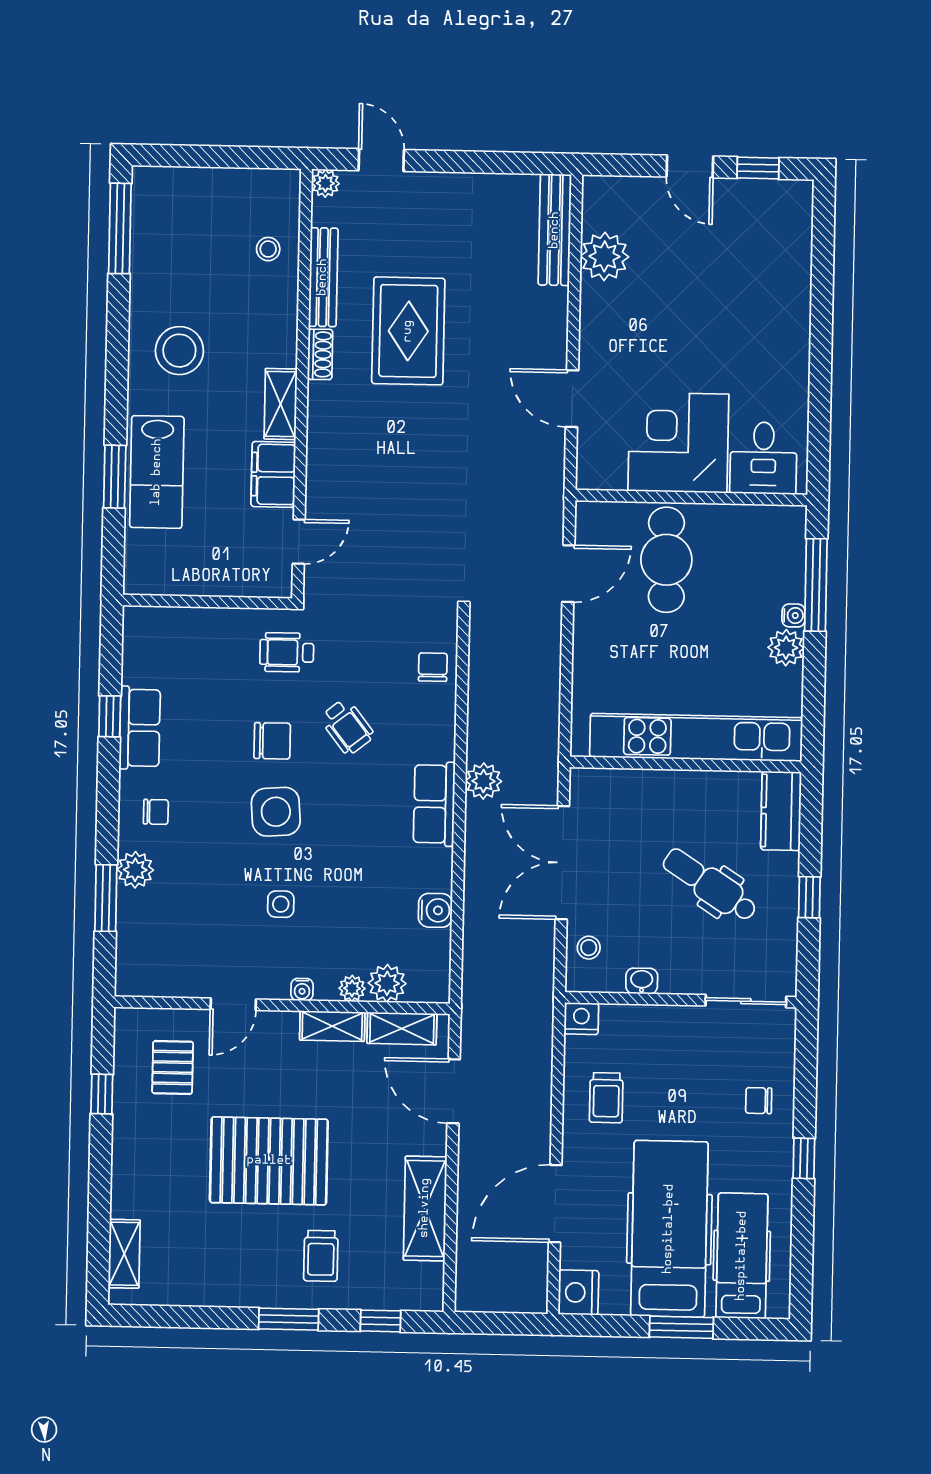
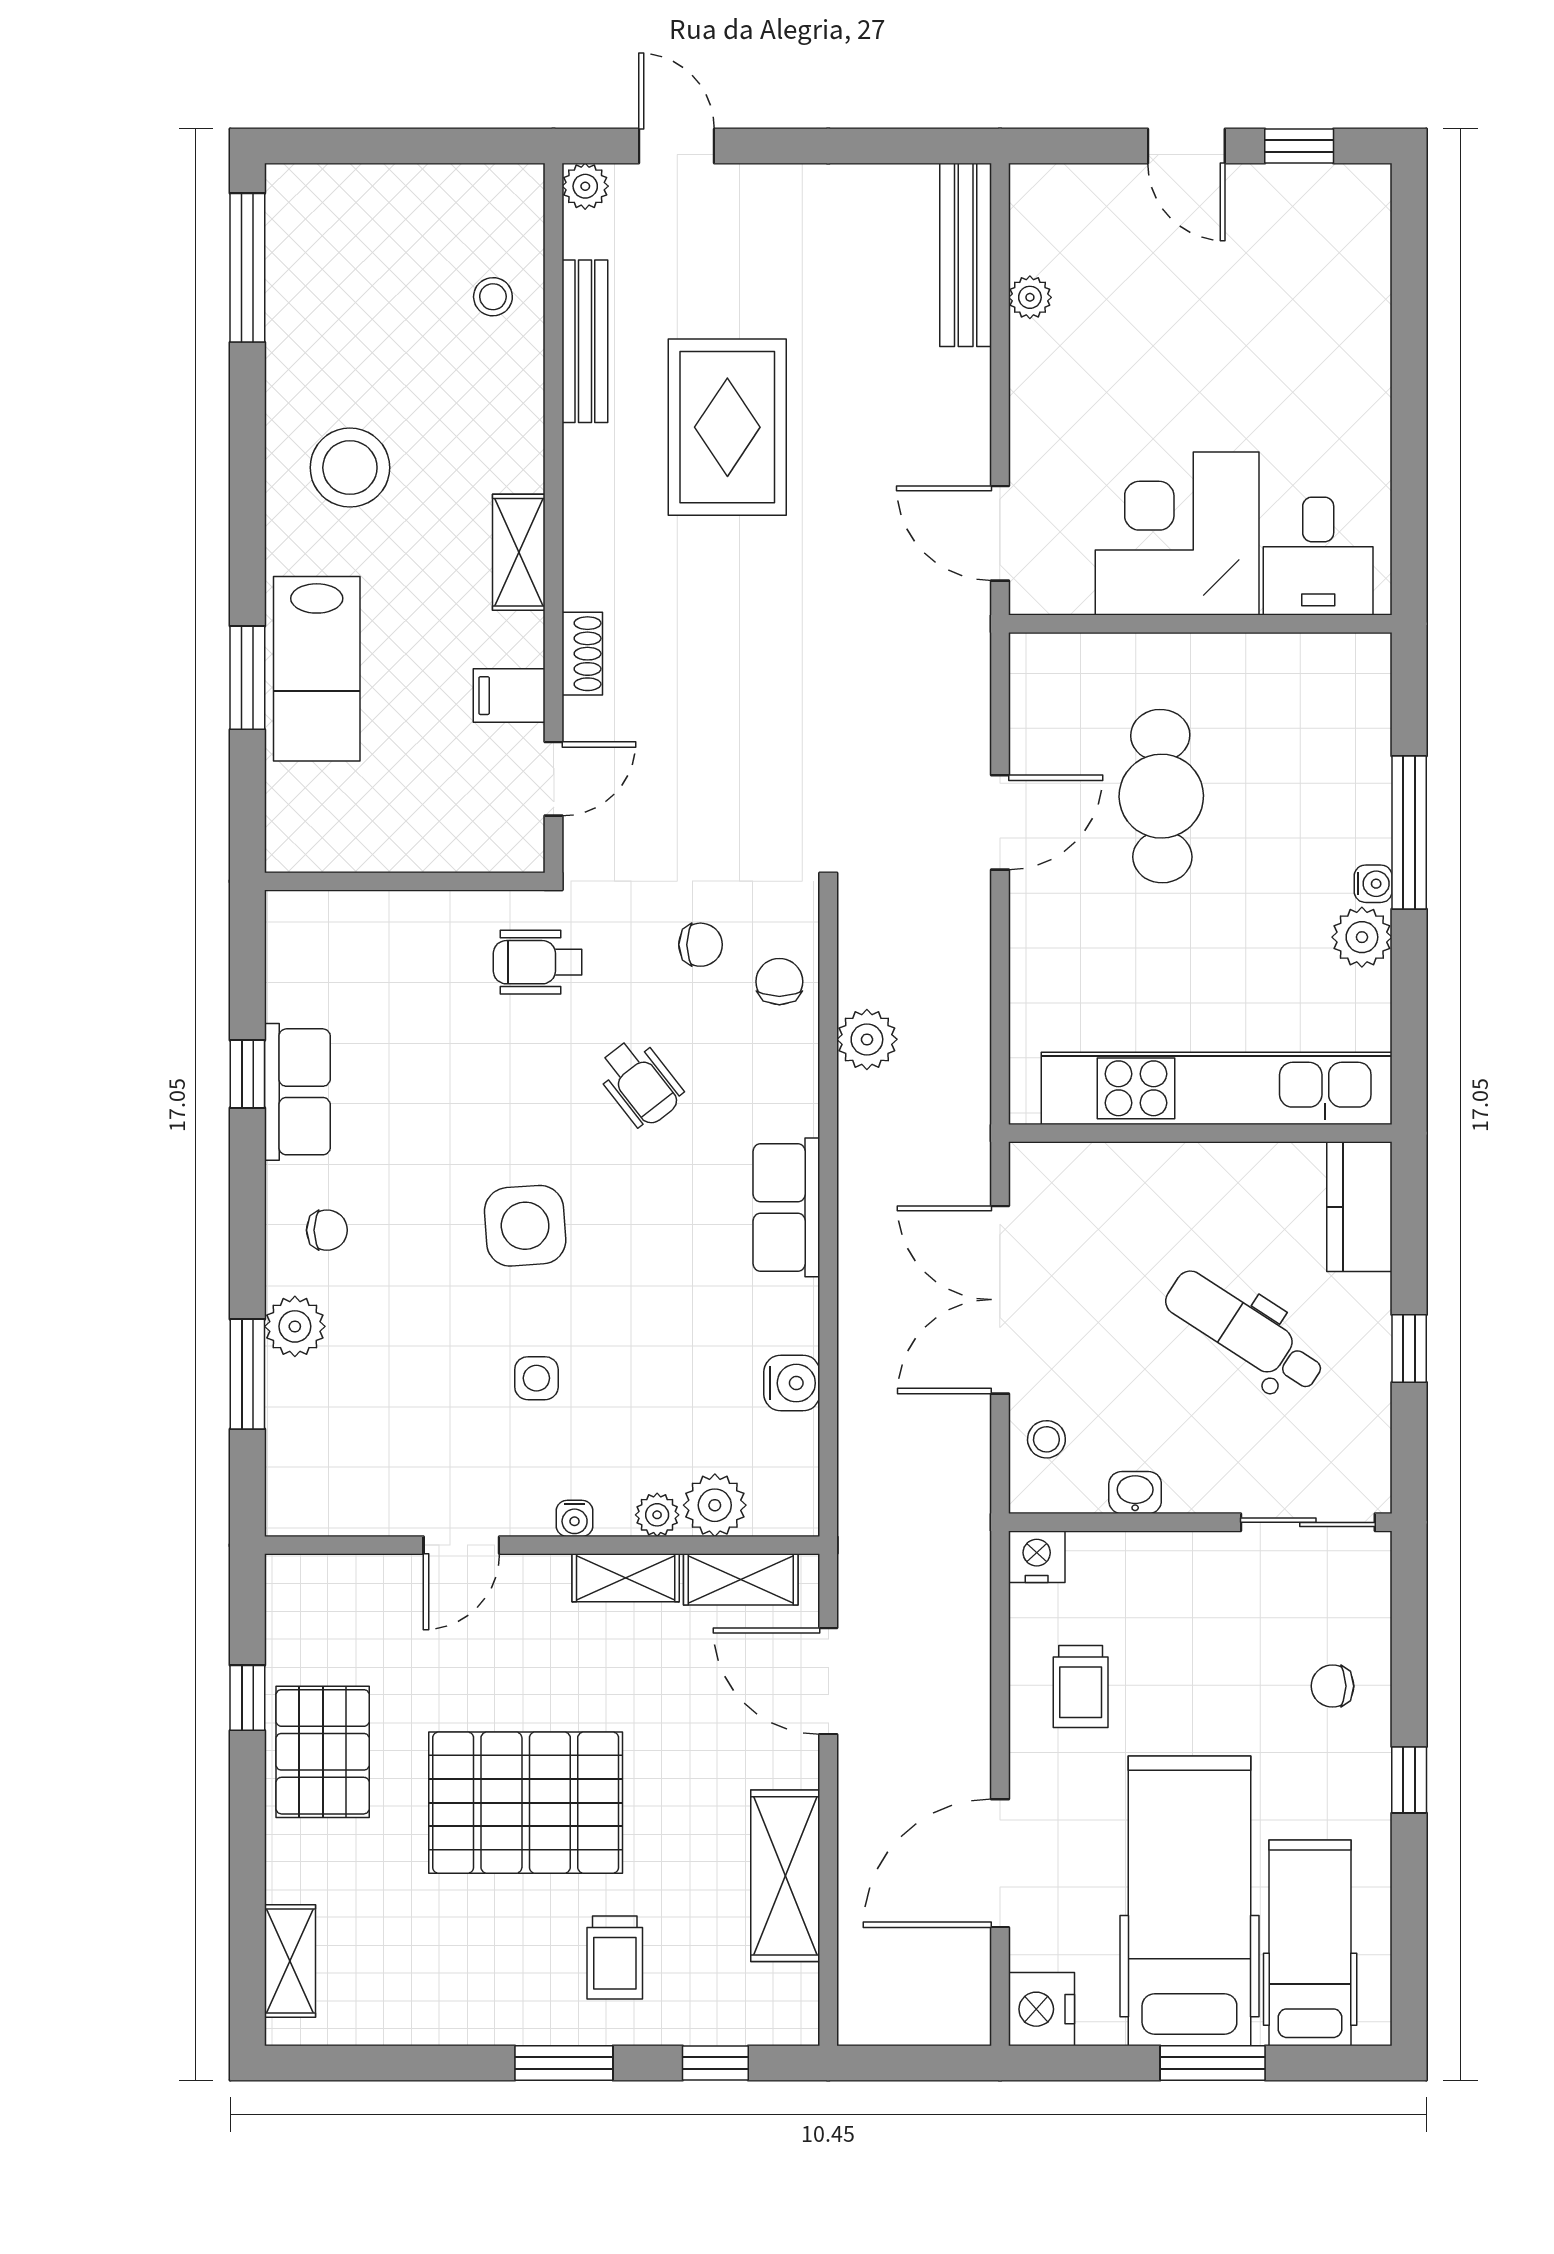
plant: (604, 256) -> (1030, 297), width x0.53, depth x0.53
shoe rack: (320, 354) -> (582, 654), moved
corner desk: (678, 443) -> (1177, 534), moved
desk: (763, 458) -> (1318, 556), moved
filing cabinet: (273, 474) -> (509, 696), width x0.50
wall: (691, 498) -> (1200, 624), moved
chair: (272, 741) -> (700, 945), moved, width x0.73, depth x0.73
plant: (483, 781) -> (867, 1039), moved
pallet: (173, 1067) -> (323, 1752), moved, width x1.50, depth x1.42

